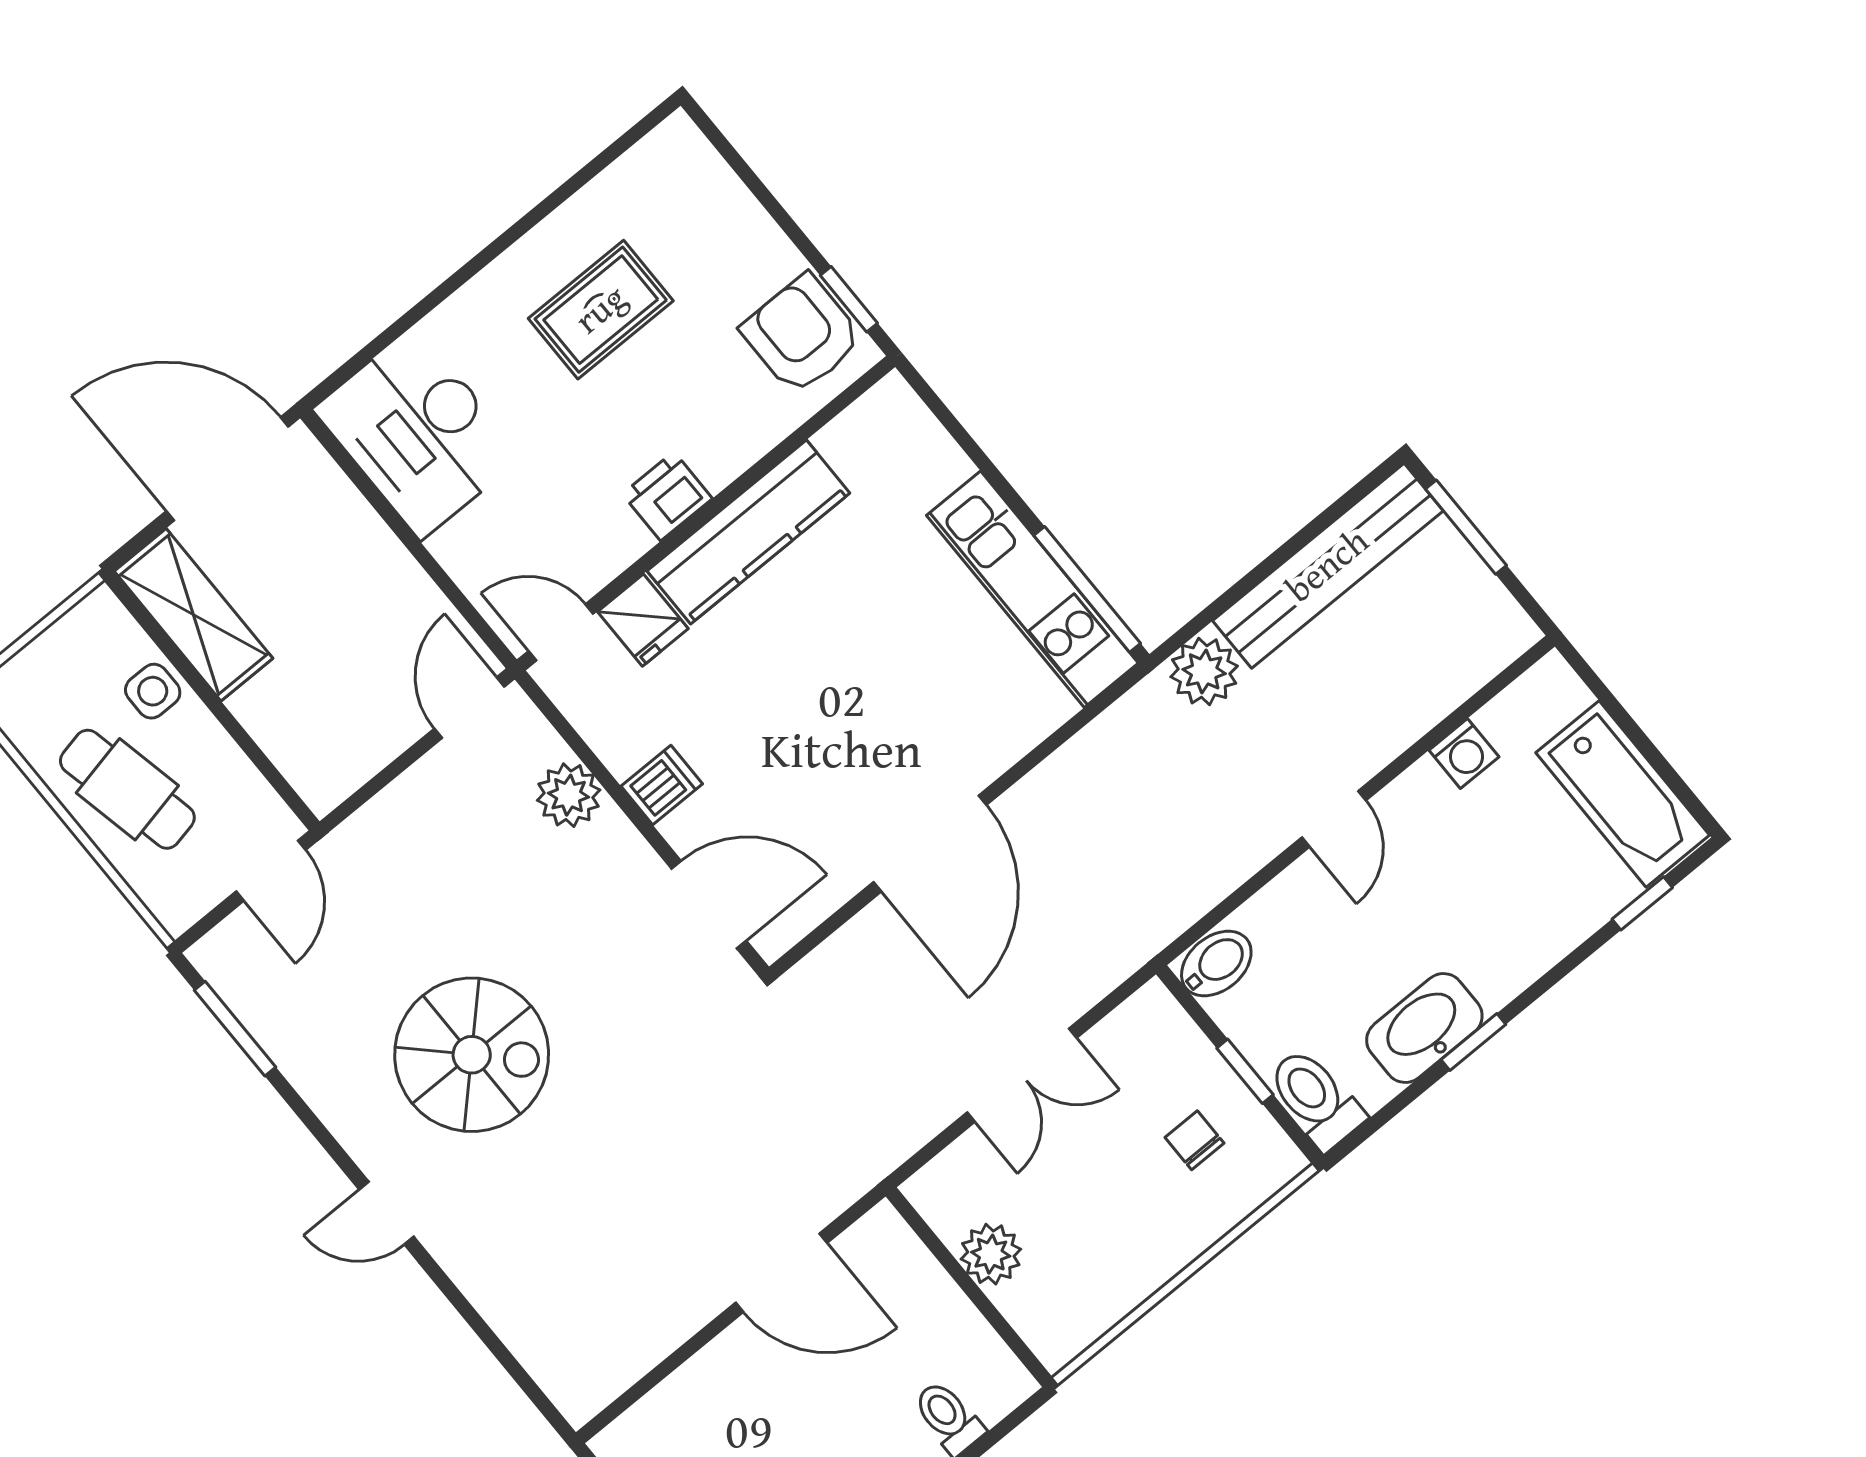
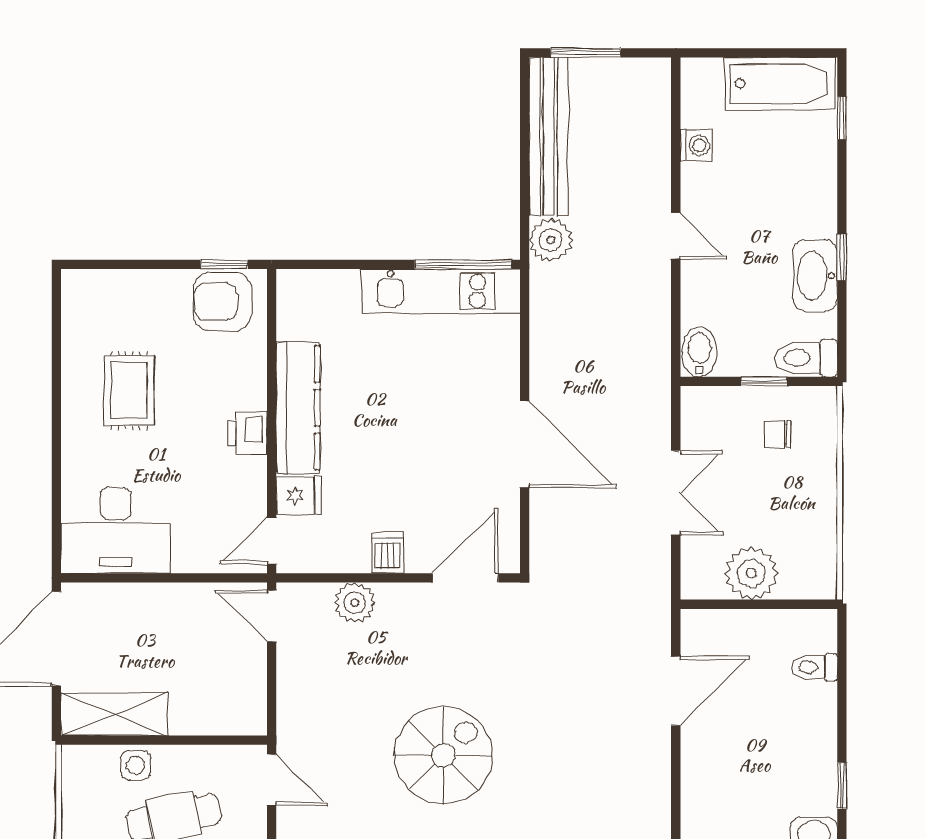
plant: (991, 1254) -> (751, 573), width x1.36, depth x1.36

